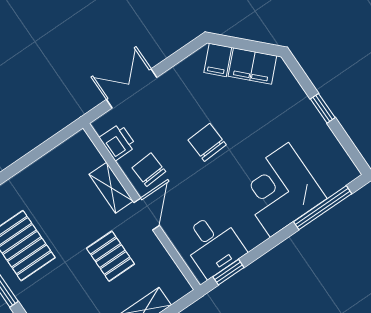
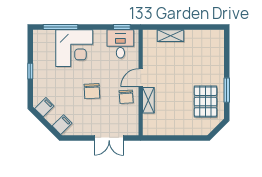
filing cabinet: (252, 66) -> (44, 107), width x0.50
printer: (118, 142) -> (131, 118), removed
pallet: (110, 256) -> (169, 70), removed

